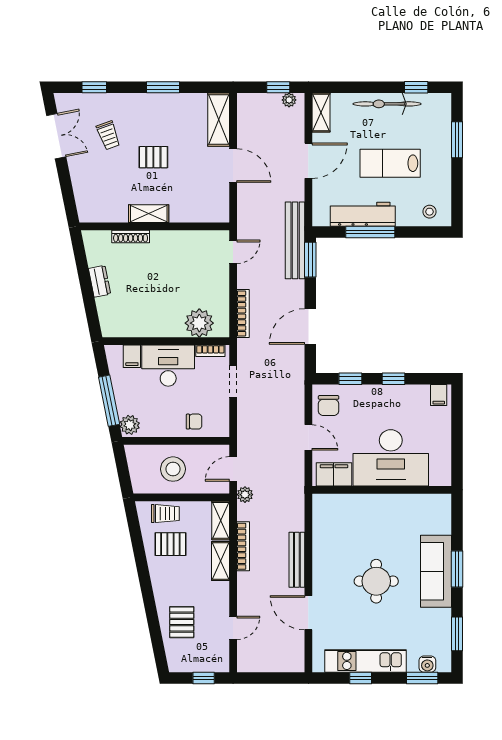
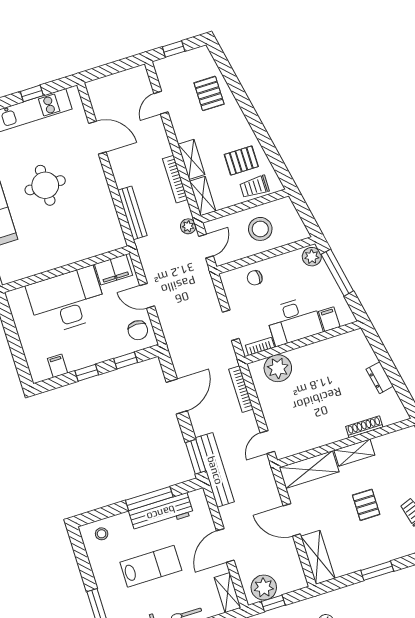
plant: (289, 100) -> (264, 588), width x1.88, depth x1.88
pallet: (153, 157) -> (366, 505), turned 90
shelving: (200, 211) -> (309, 470), added
filing cabinet: (439, 395) -> (57, 366), moved
chair: (329, 406) -> (138, 330), turned 180
bench: (297, 560) -> (132, 213), moved

